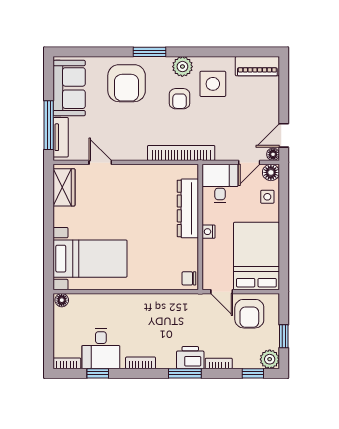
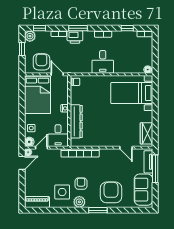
desk: (101, 349) -> (103, 62), moved, turned 180

